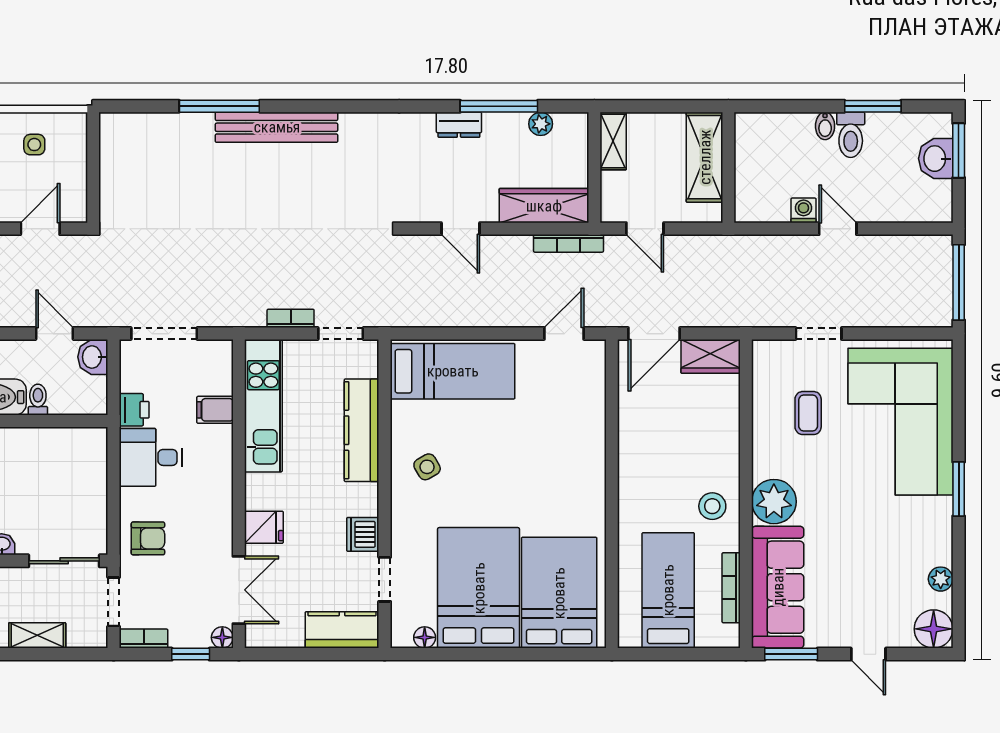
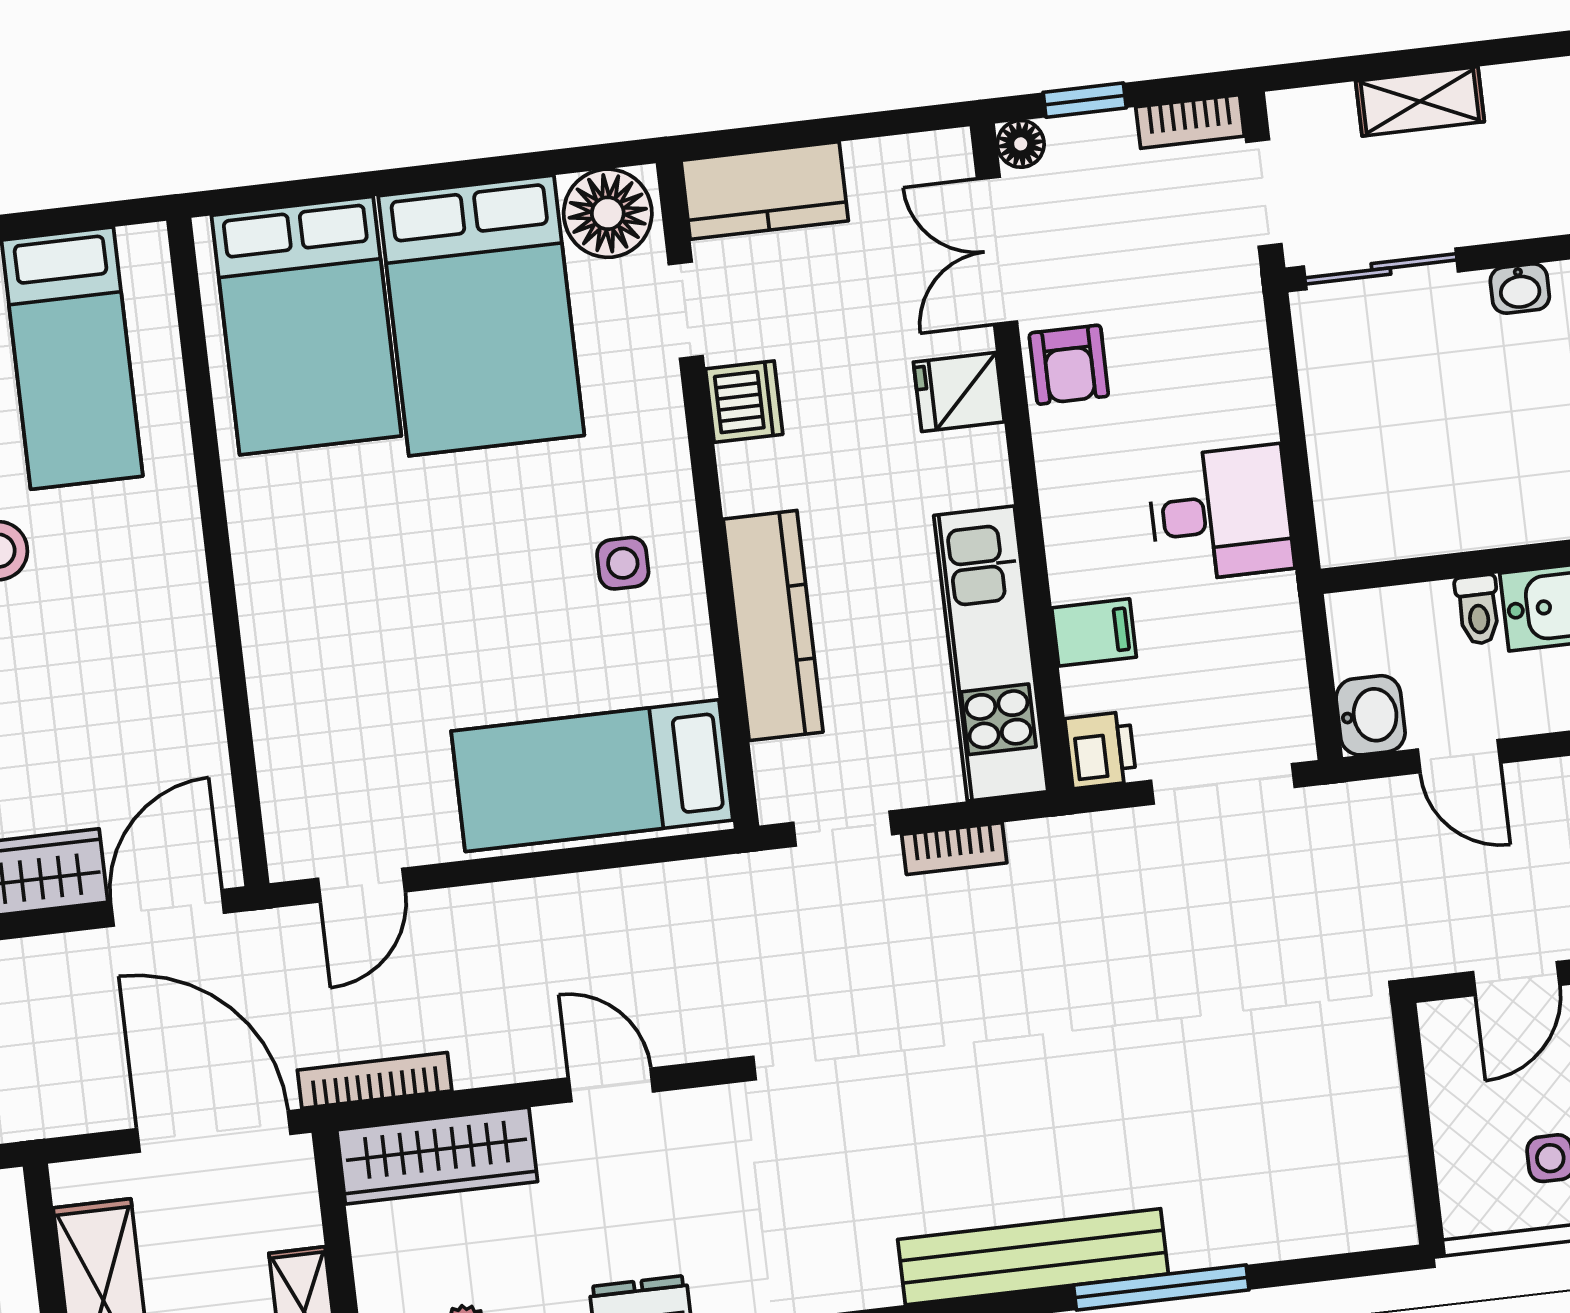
door: (645, 229) -> (214, 1132), width x1.88
printer: (134, 410) -> (1101, 750), moved, turned 180
side table: (427, 467) -> (623, 563), turned 30
armchair: (148, 538) -> (1069, 365), moved, turned -90
floor lamp: (425, 637) -> (608, 213), width x1.89, depth x1.89

